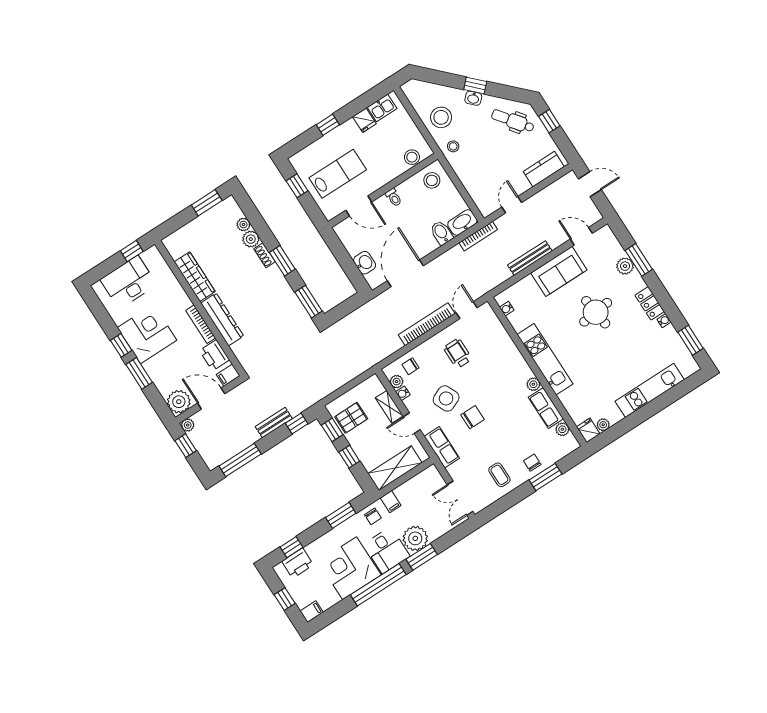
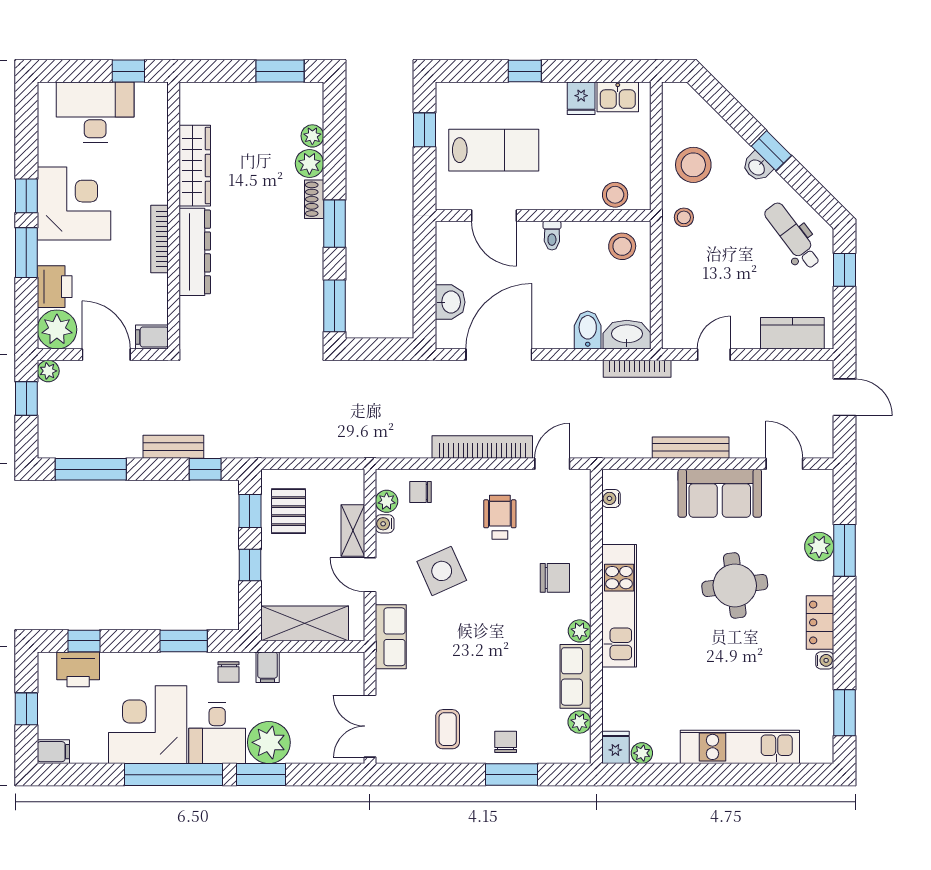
printer: (215, 355) -> (55, 287), moved, turned 180
chair: (472, 417) -> (555, 578), moved
pallet: (351, 418) -> (288, 511), turned 90

